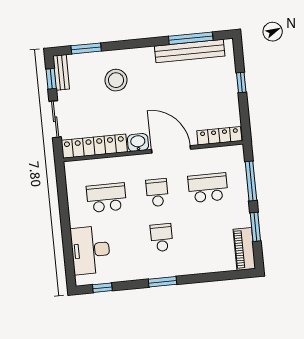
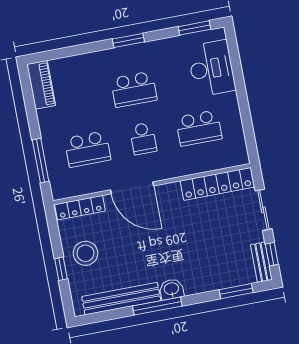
window: (191, 38) -> (157, 306), moved
stool: (116, 80) -> (85, 253), moved
washbasin: (138, 142) -> (171, 289), moved, turned 180
window: (255, 227) -> (31, 110), removed
school desk: (162, 238) -> (134, 89), width x1.85
window: (102, 288) -> (194, 28), width x1.50

